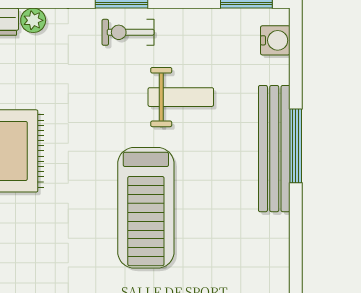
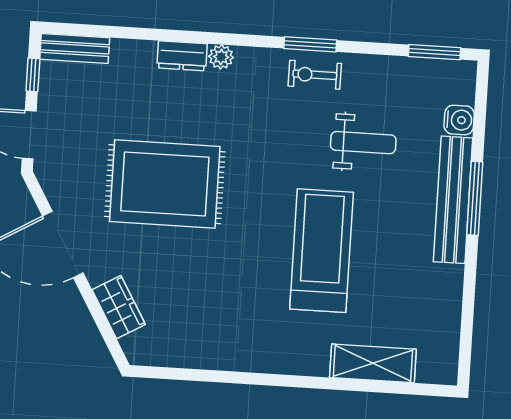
water cooler: (275, 40) -> (459, 120), moved
treadmill: (146, 208) -> (322, 251), turned 180

